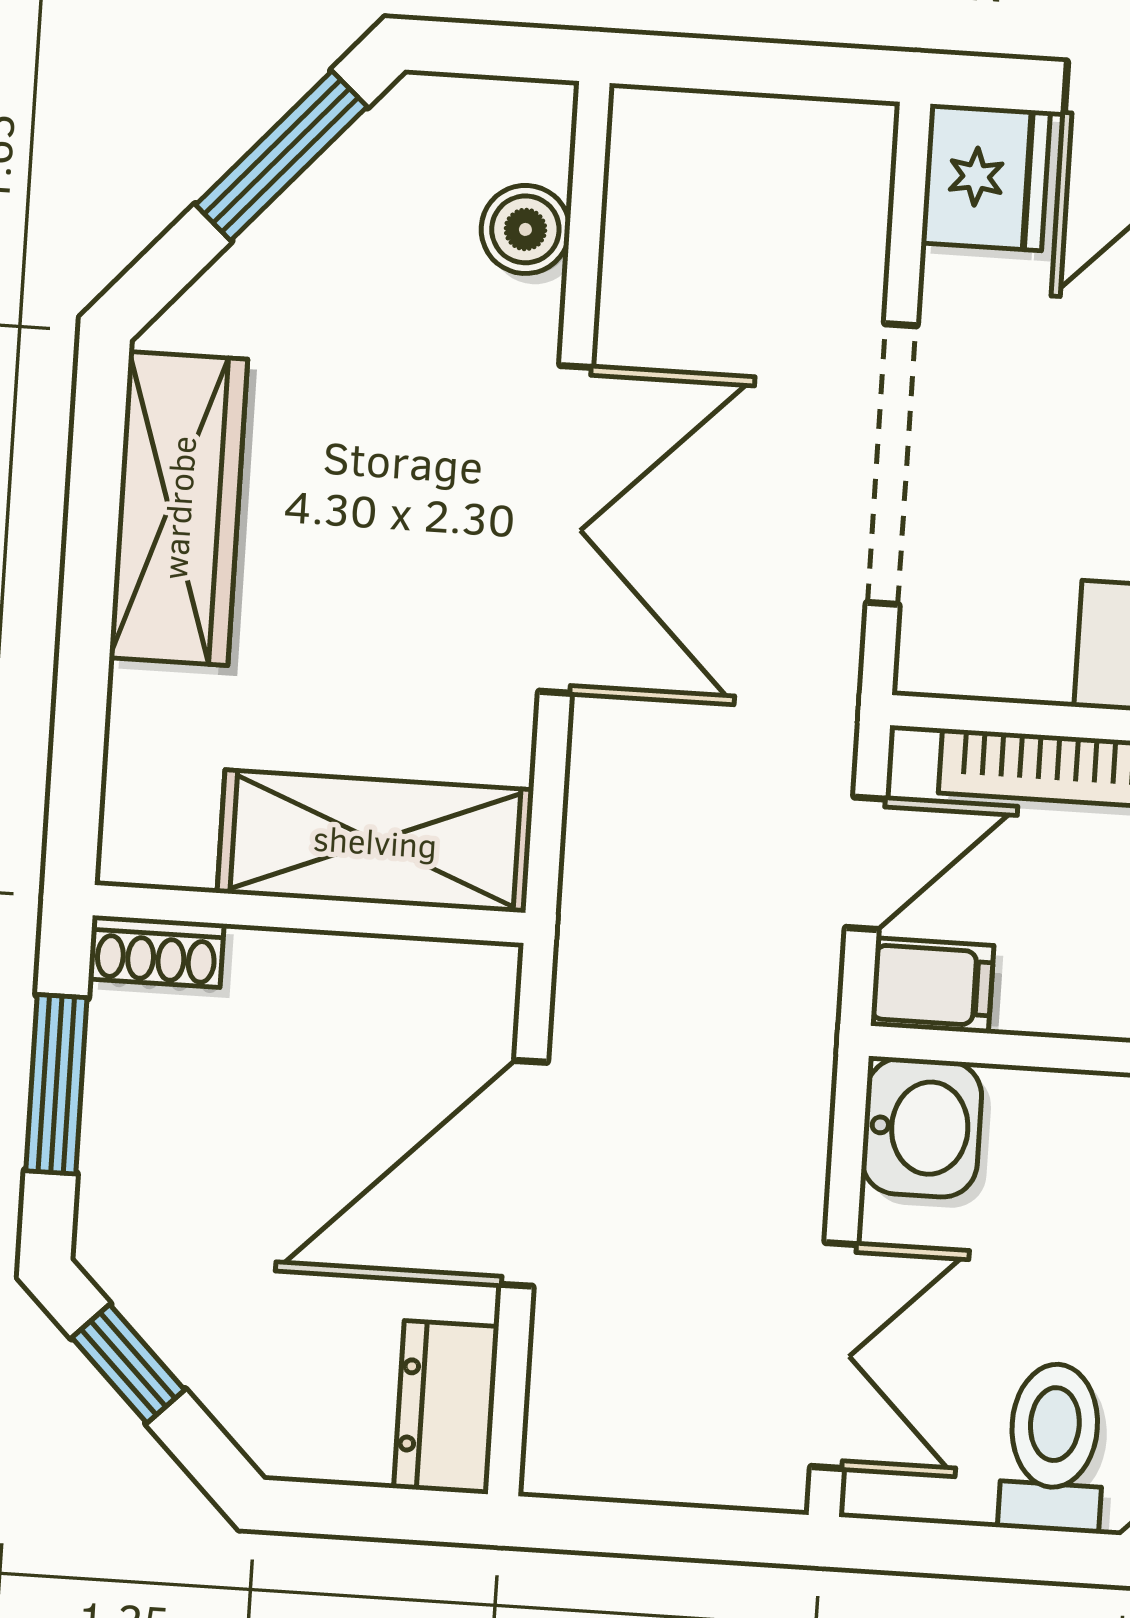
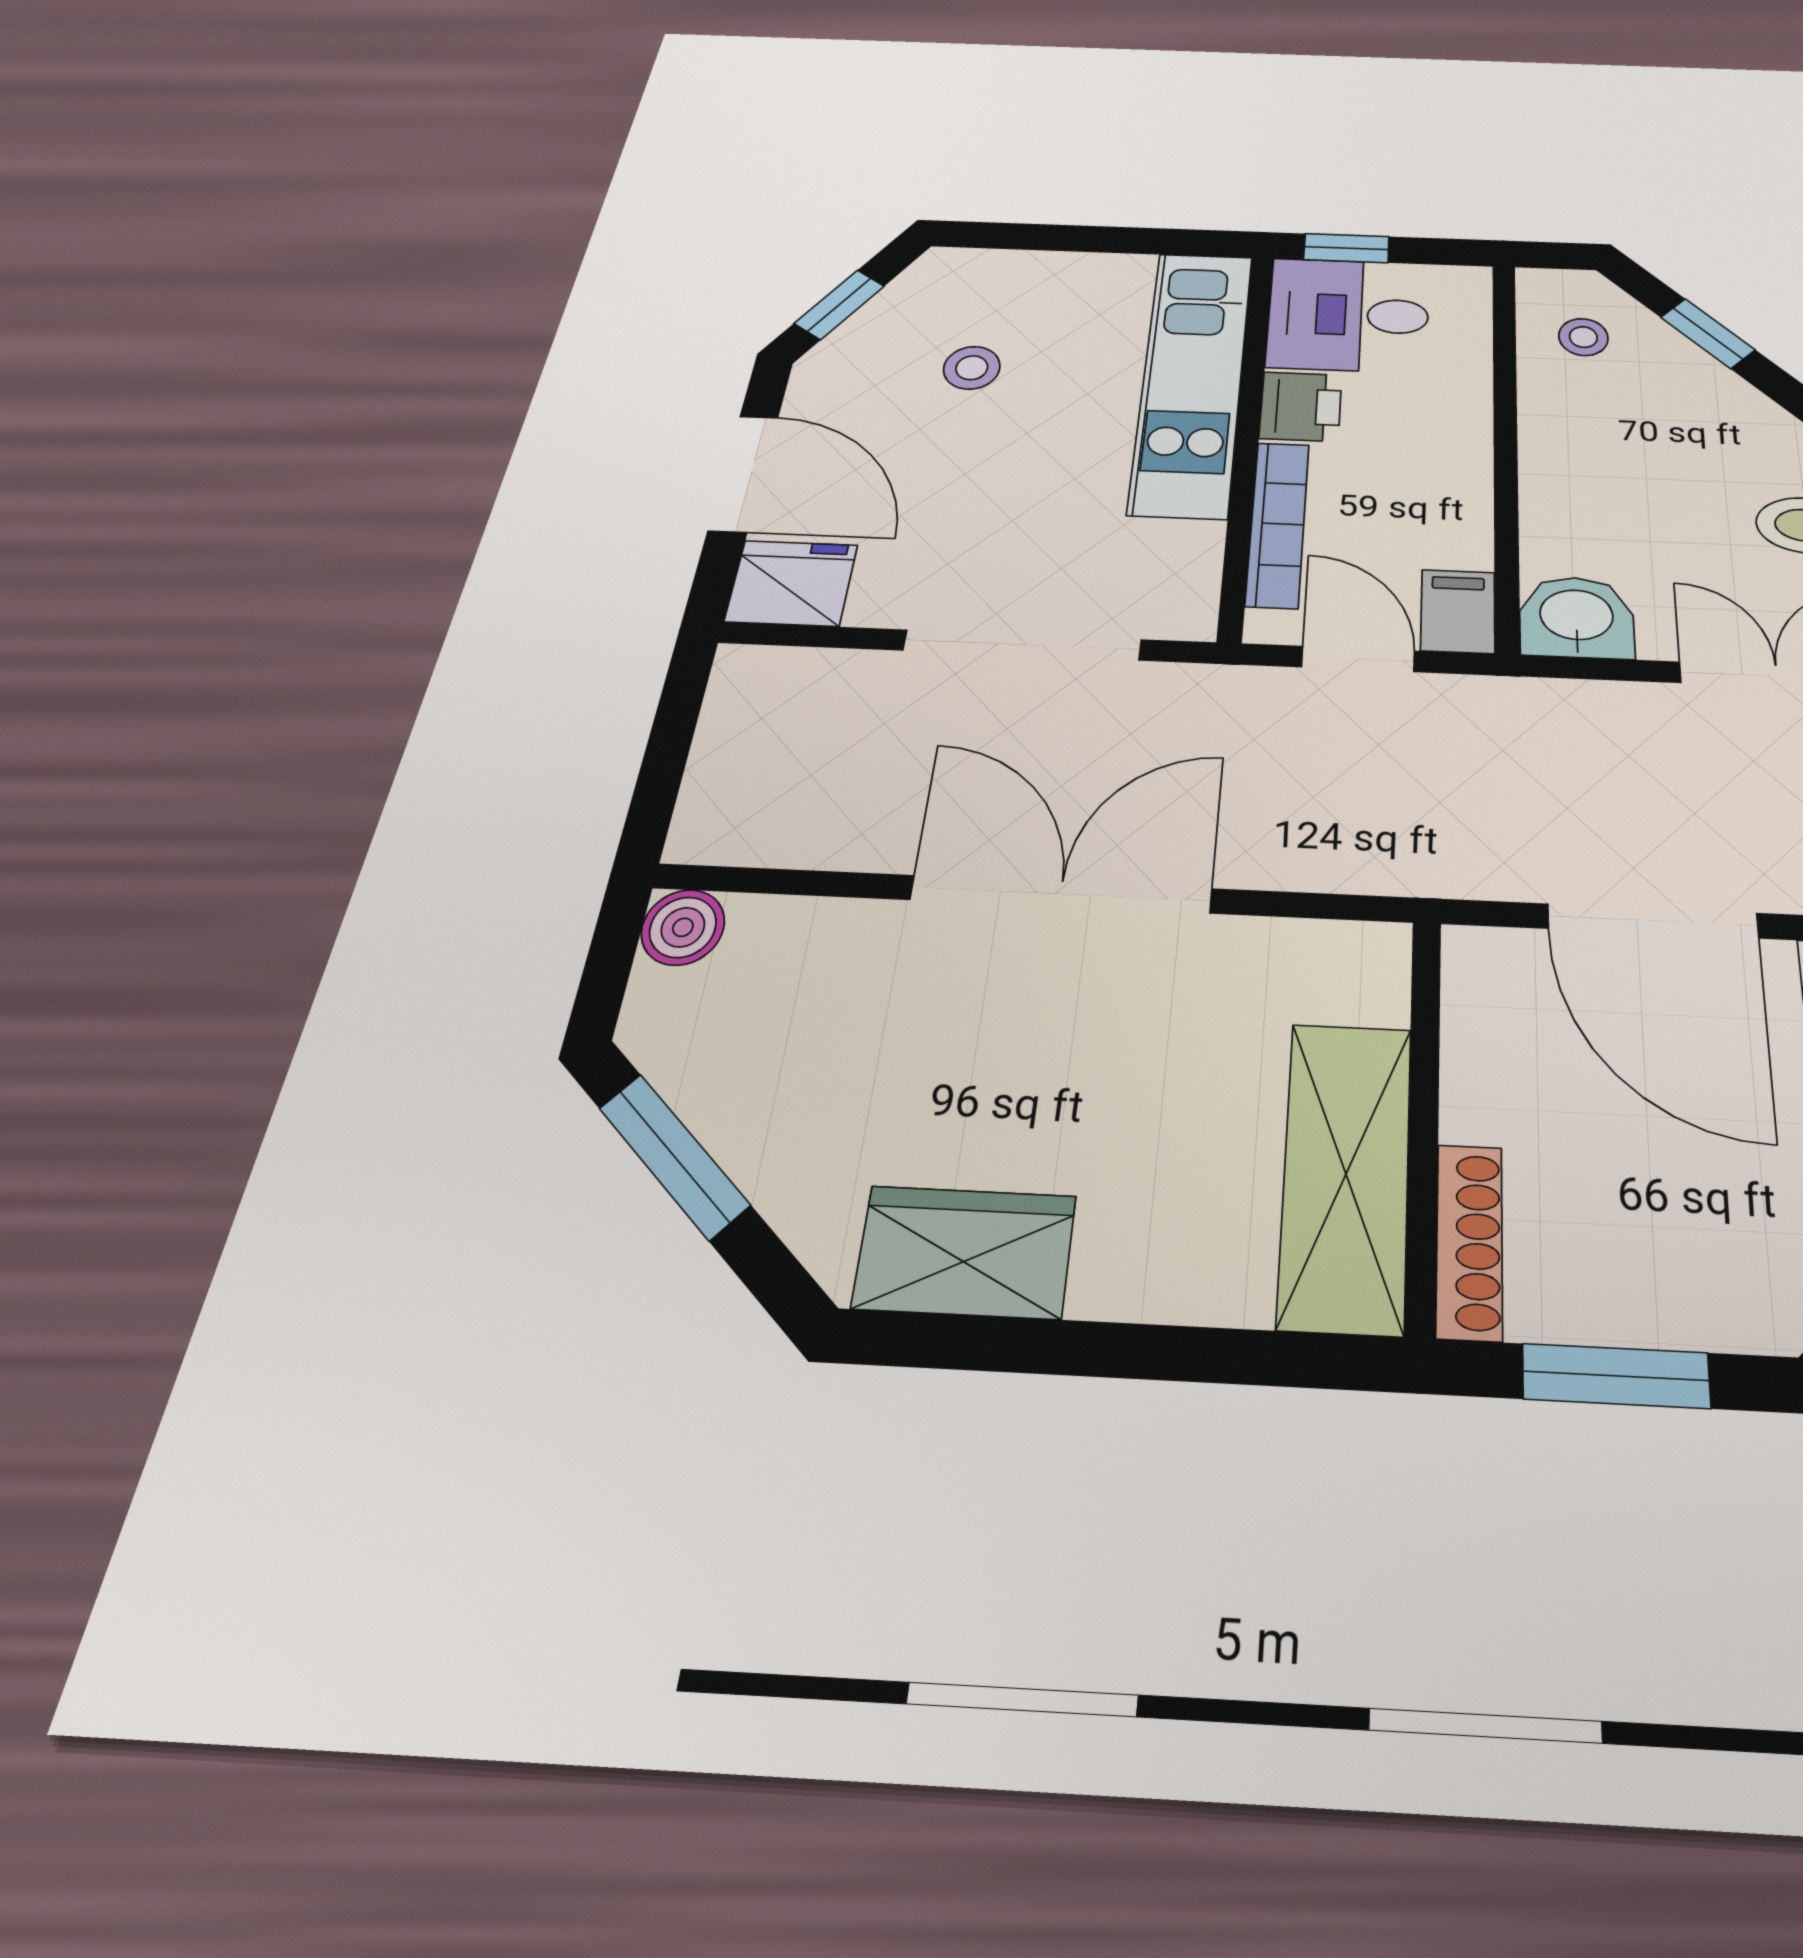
boiler: (525, 229) -> (683, 927), moved
wardrobe: (178, 508) -> (965, 1252), width x0.67
shelving: (375, 841) -> (1346, 1174), moved
shoe rack: (156, 951) -> (1469, 1241), width x1.43

